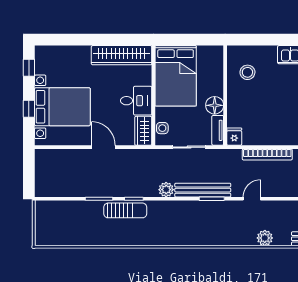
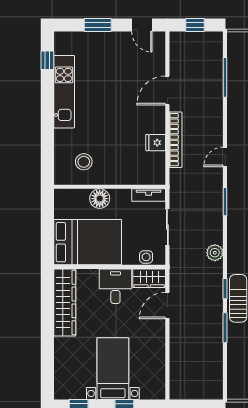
floor lamp: (215, 105) -> (100, 199), moved
bed with nightstands: (62, 107) -> (113, 369), width x0.73
fridge: (234, 137) -> (156, 143), moved
door: (103, 147) -> (167, 305), moved
bench: (203, 190) -> (215, 212), removed
door: (252, 199) -> (225, 157), hinge flipped

